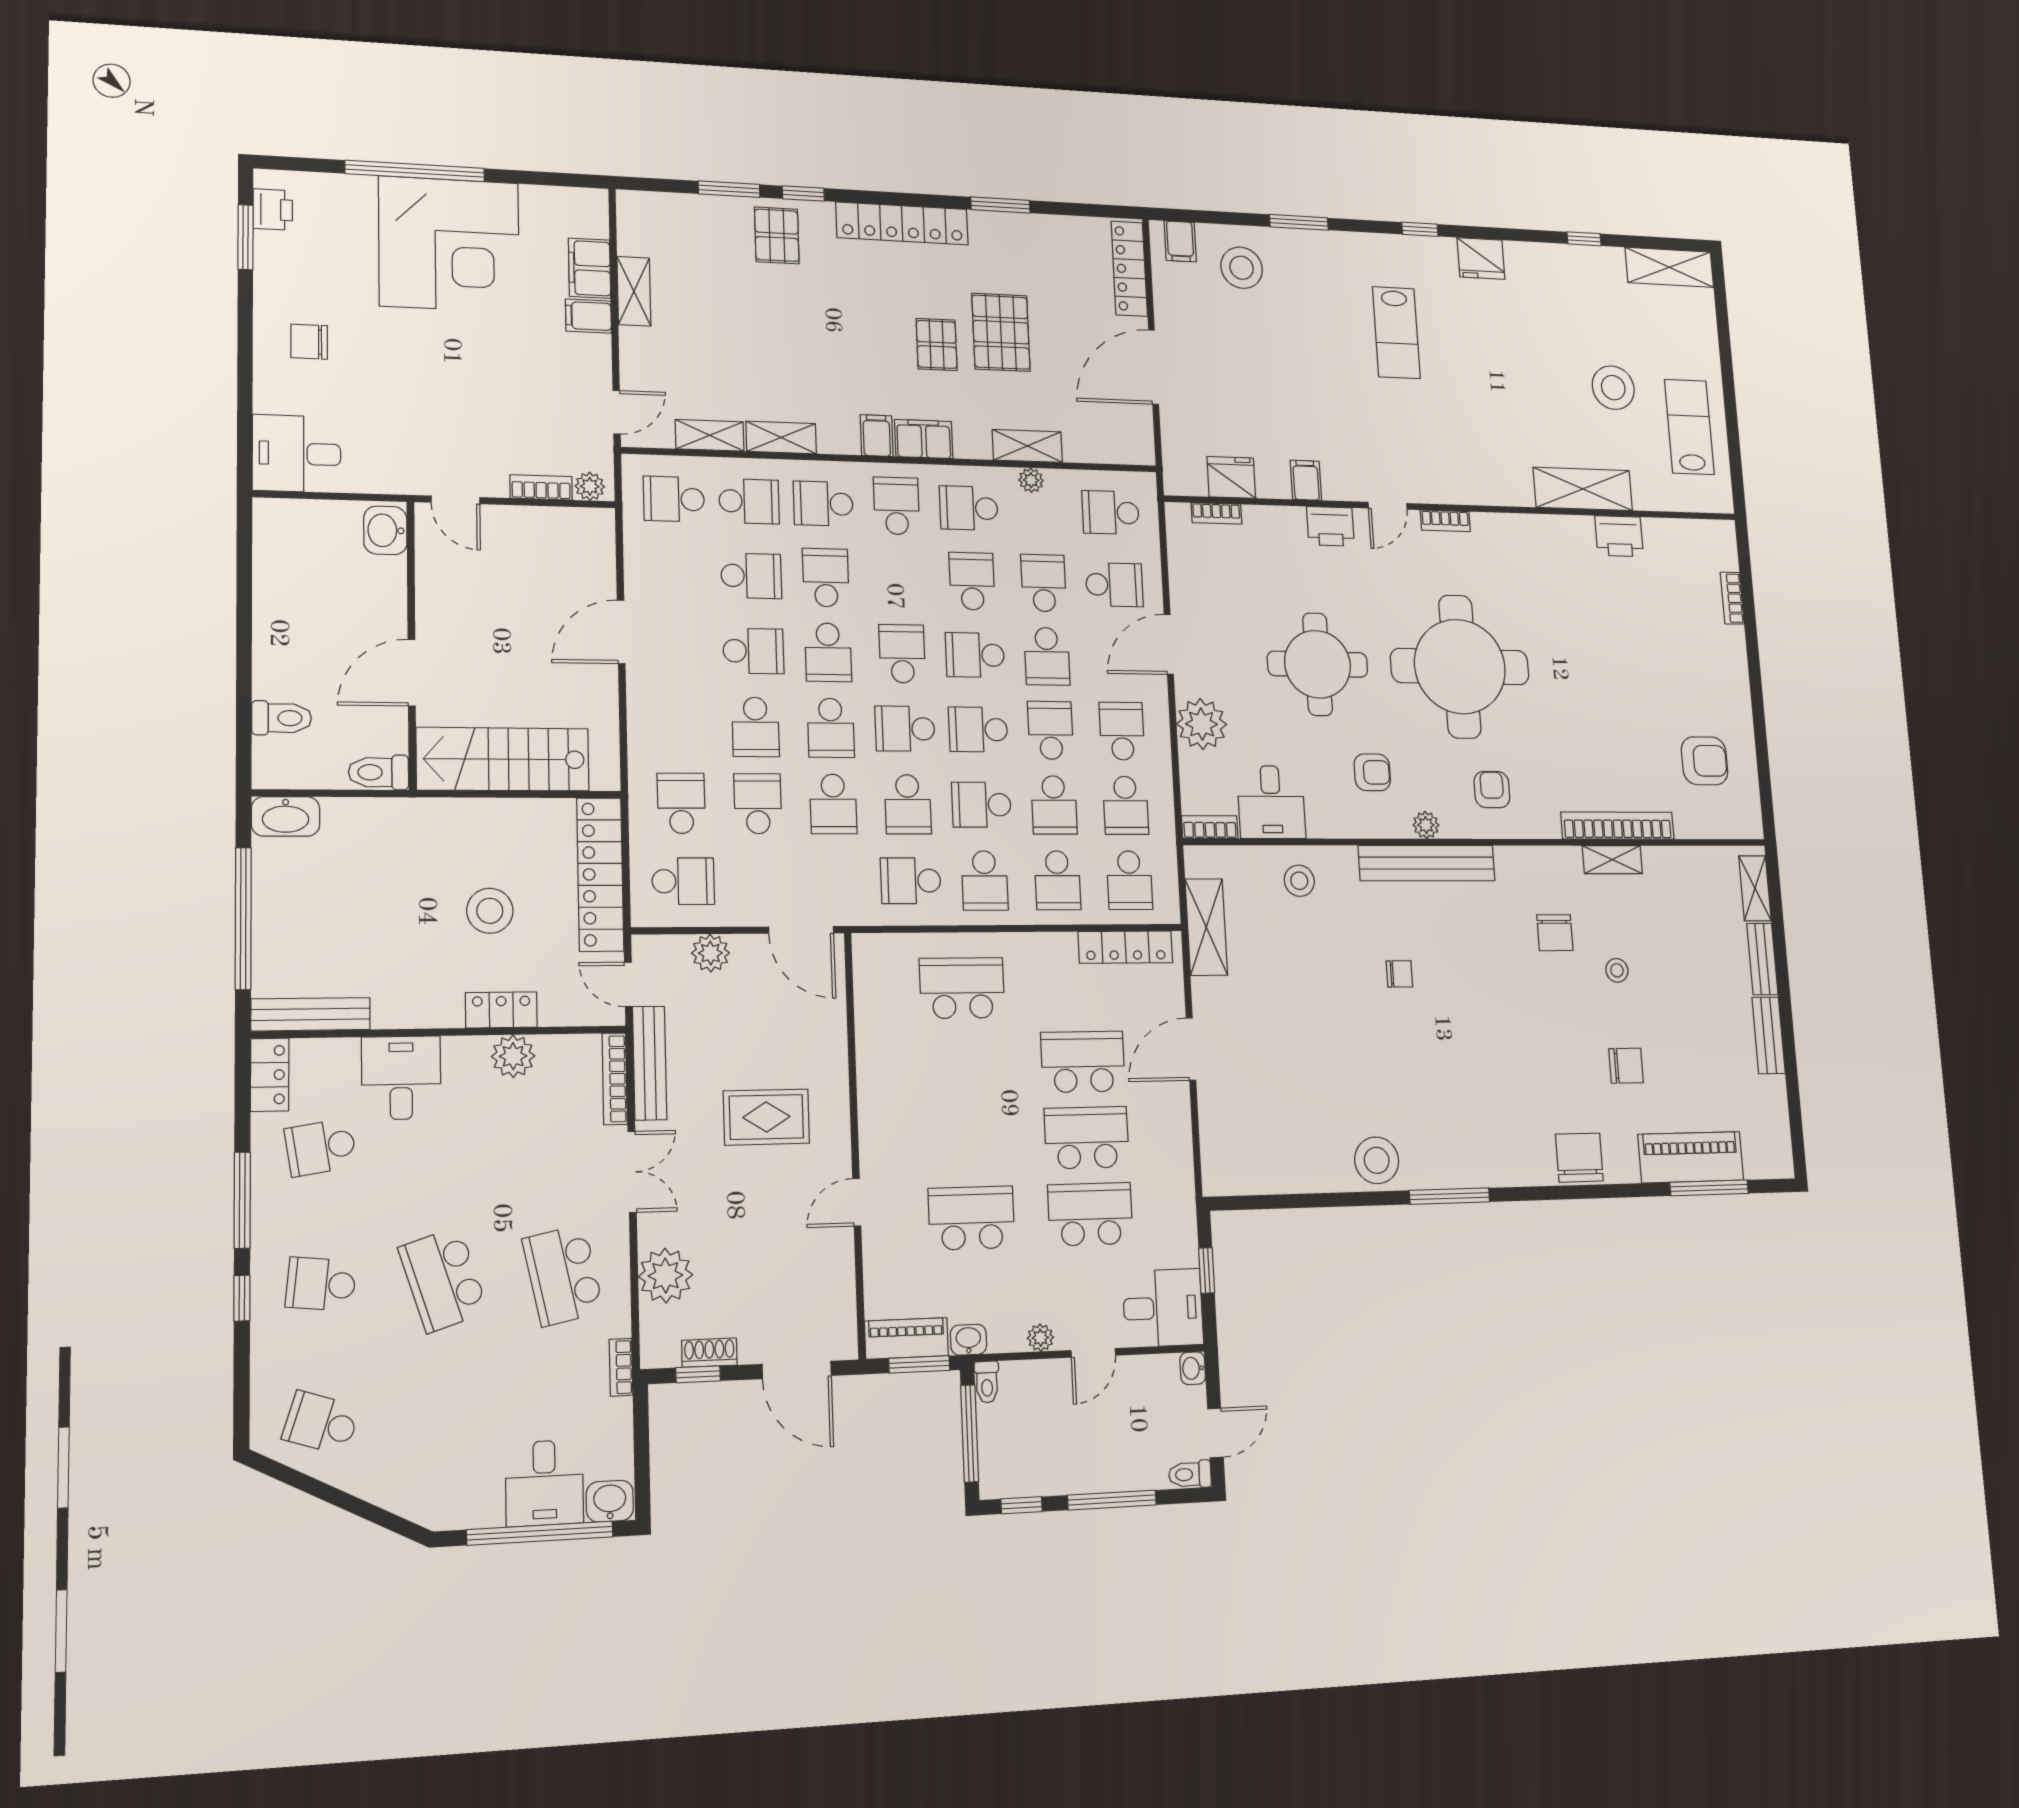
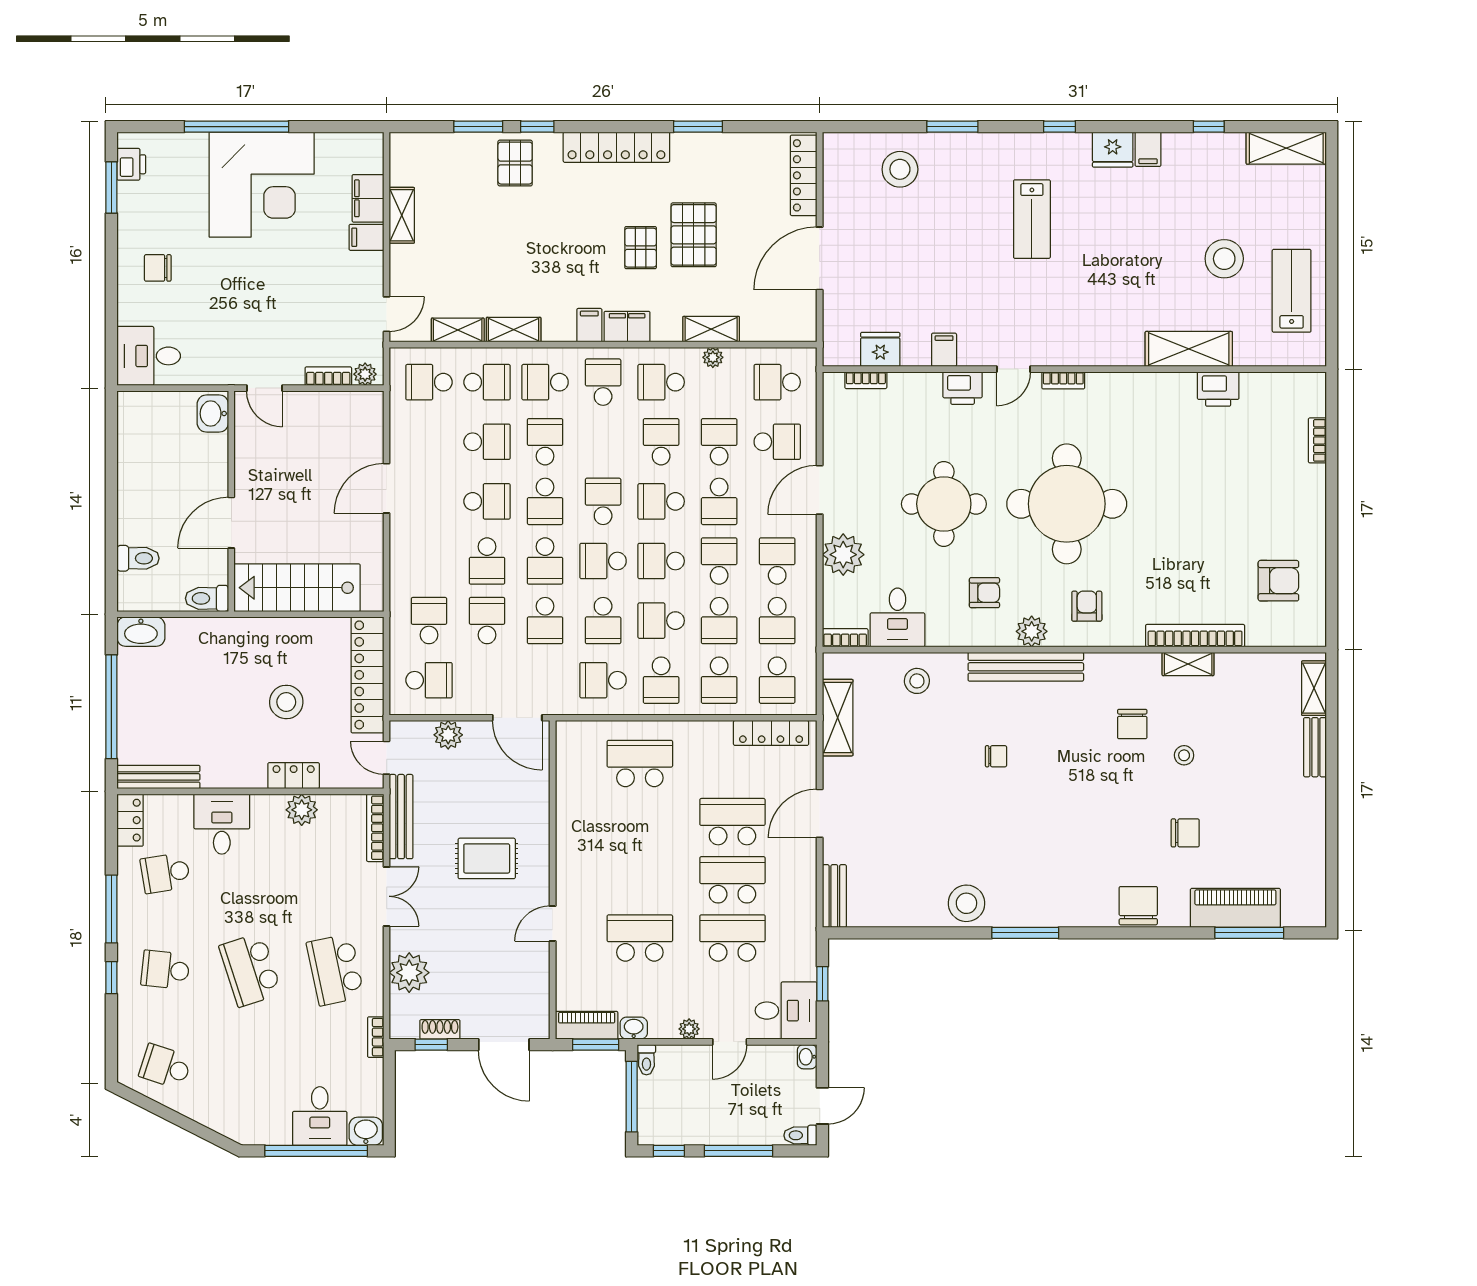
filing cabinet: (1180, 241) -> (1148, 149), moved
plant: (1426, 825) -> (1032, 631), width x1.38, depth x1.38
bench: (1769, 1035) -> (834, 896), moved

